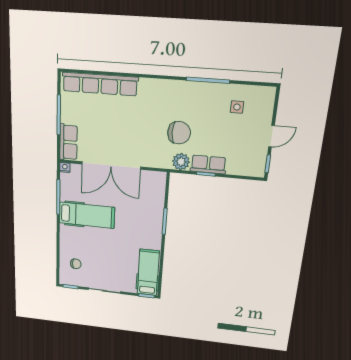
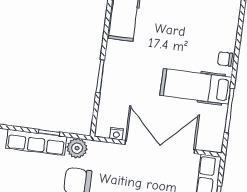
row of seats: (208, 164) -> (36, 142), width x1.48
nightstand: (65, 167) -> (116, 134), moved
chair: (76, 264) -> (225, 59), moved

